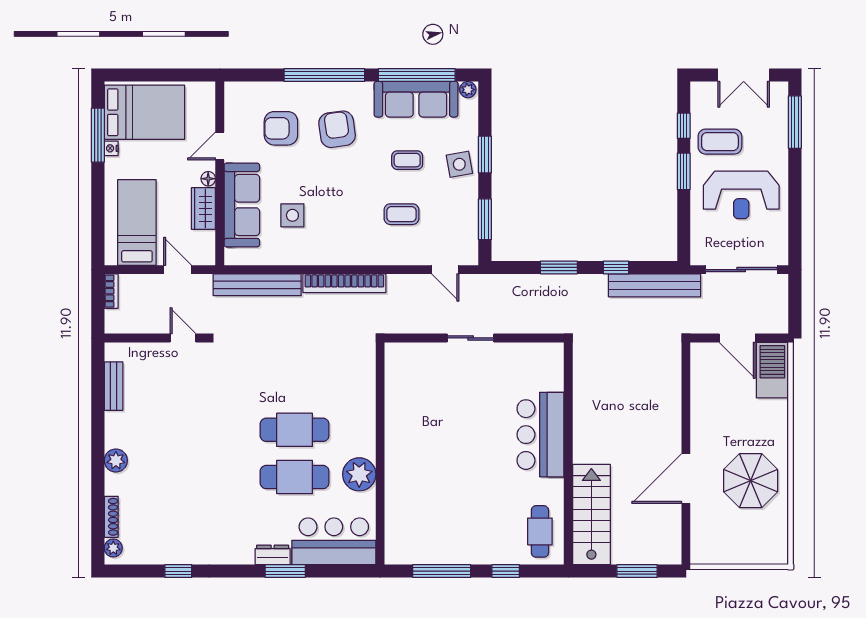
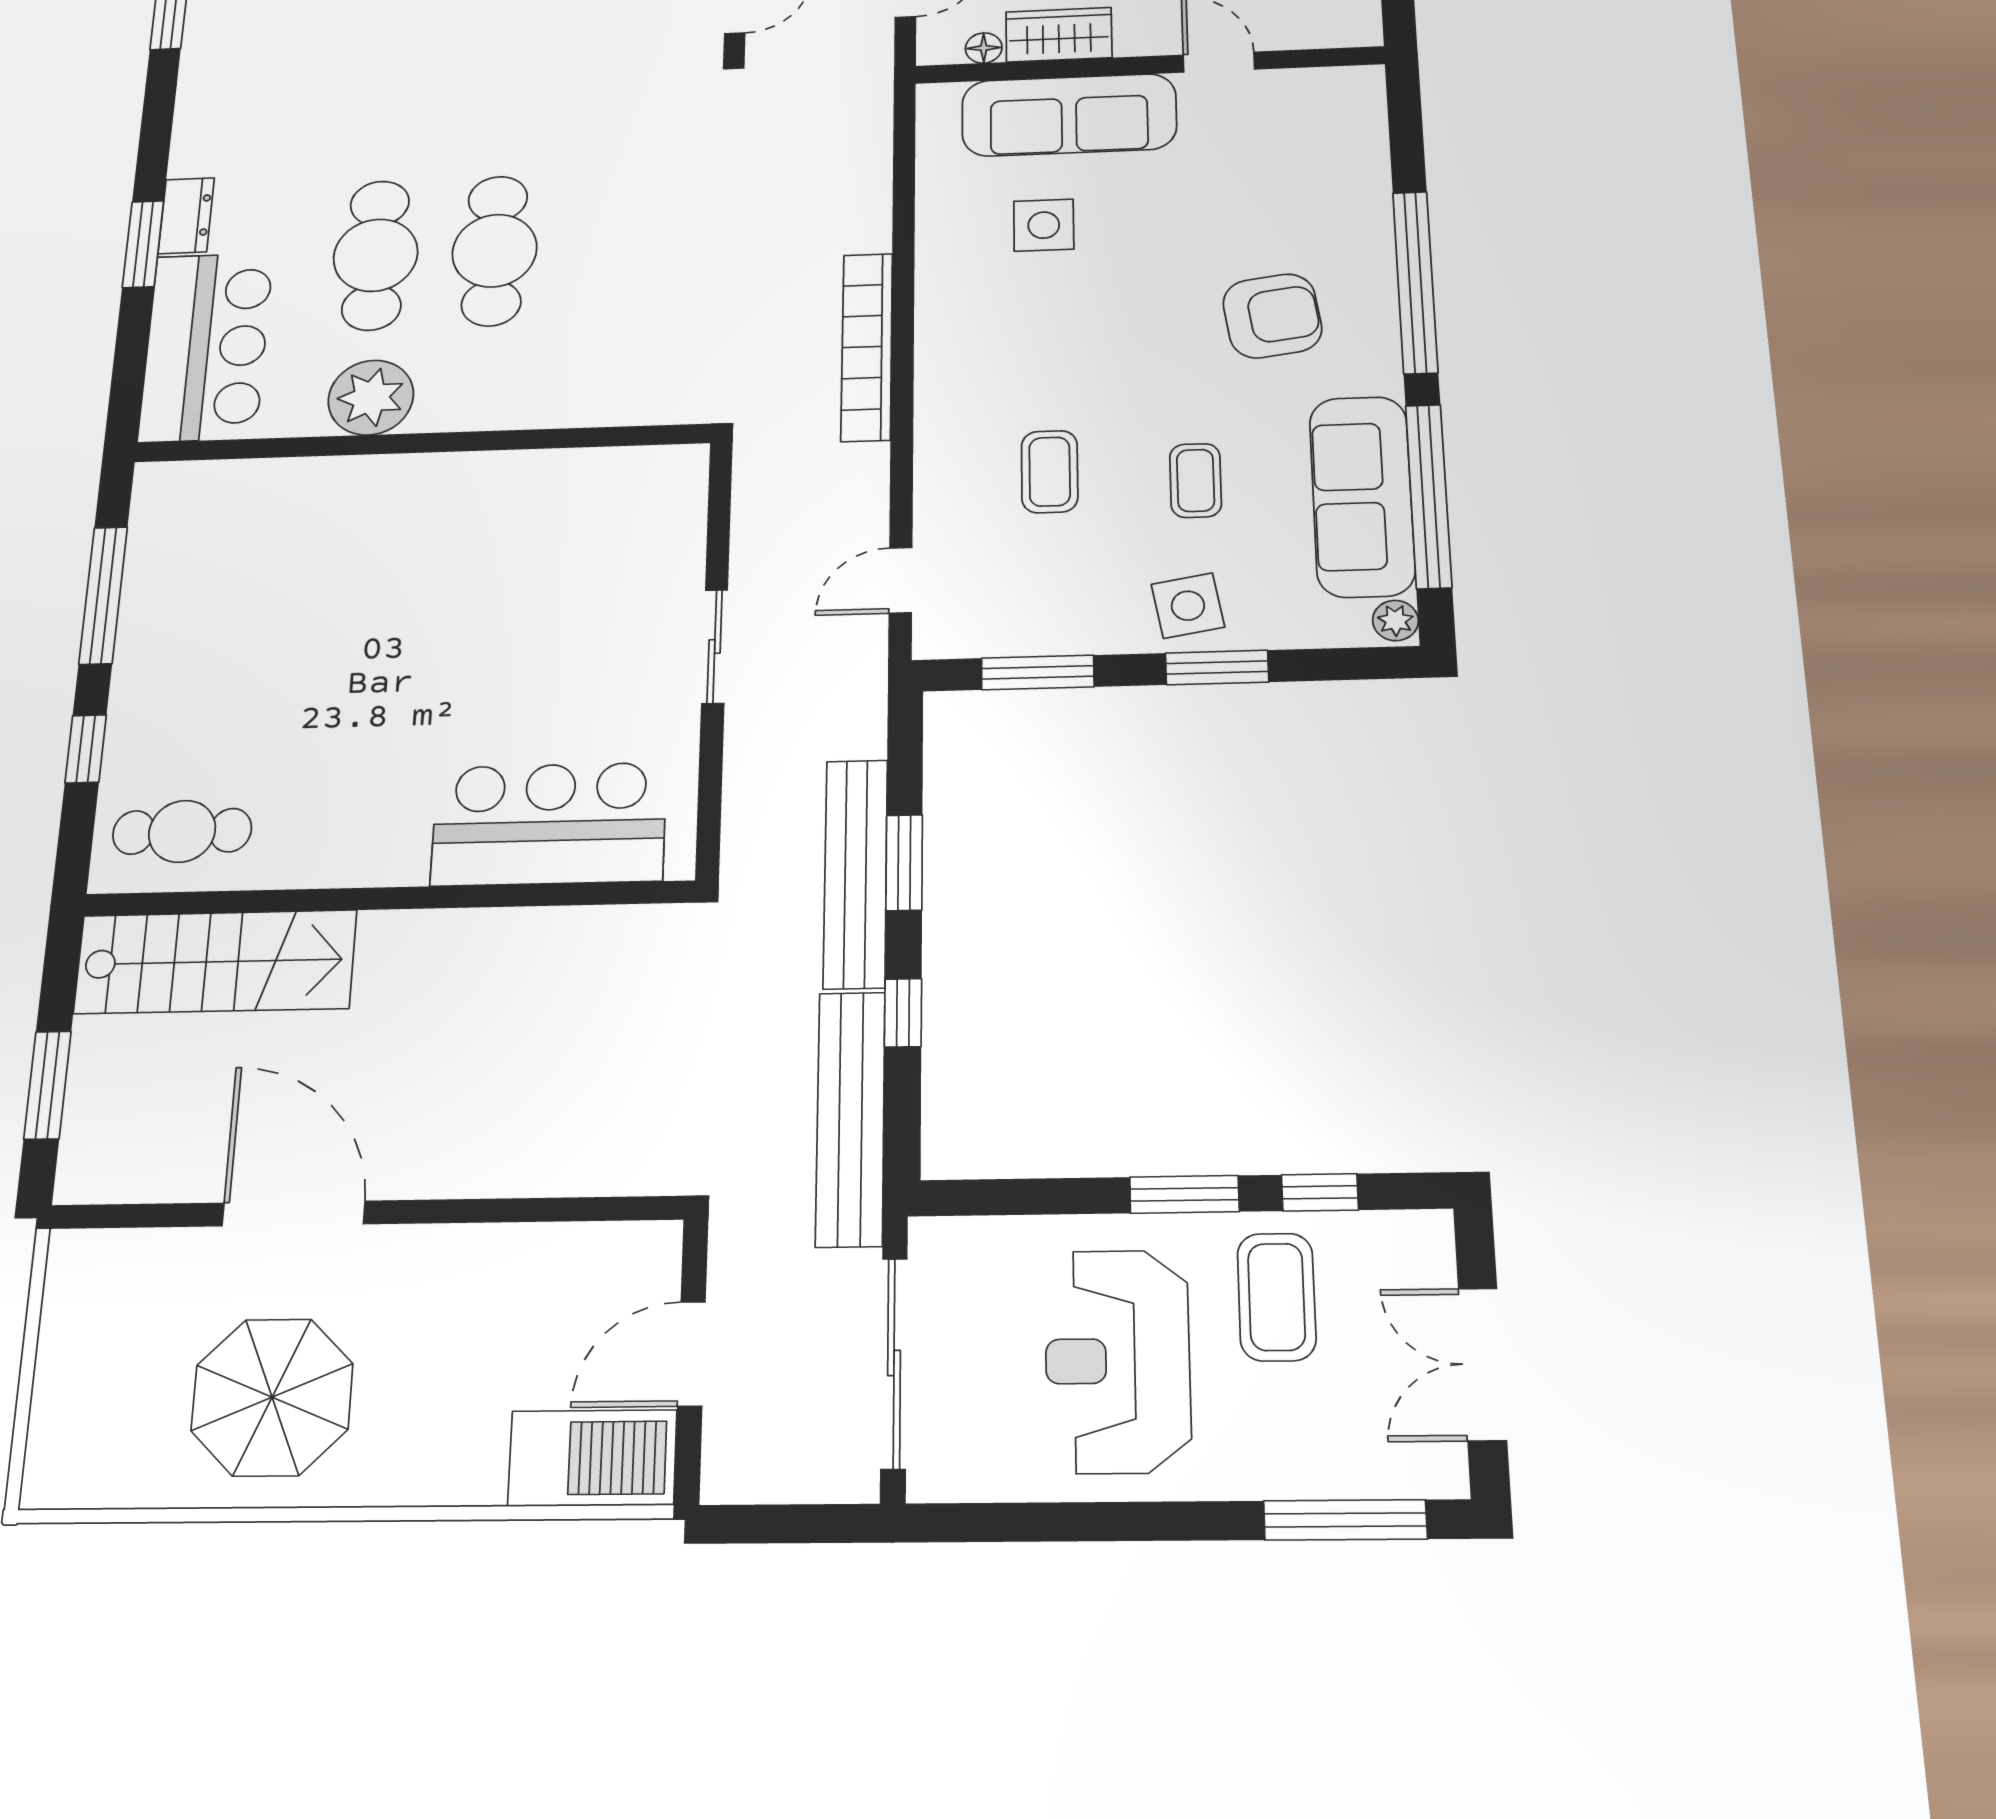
armchair: (281, 128) -> (1270, 191), removed
floor lamp: (208, 179) -> (984, 48), moved
bench: (257, 285) -> (855, 873), moved
bar counter: (541, 435) -> (549, 824), moved

